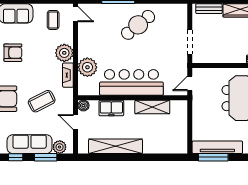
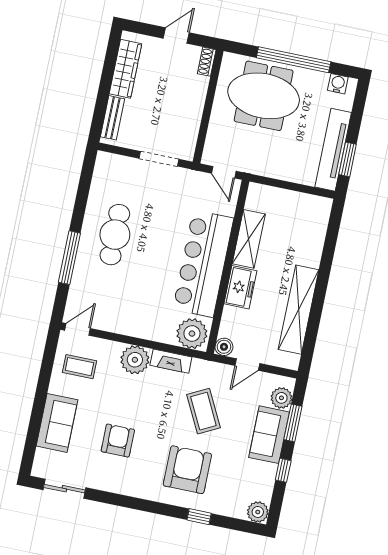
cafe table: (138, 25) -> (115, 235), turned 39
plant: (87, 67) -> (192, 334), moved
freezer: (111, 108) -> (240, 287), moved
sofa: (30, 144) -> (269, 435), width x0.73
window: (213, 157) -> (348, 159), width x0.69

